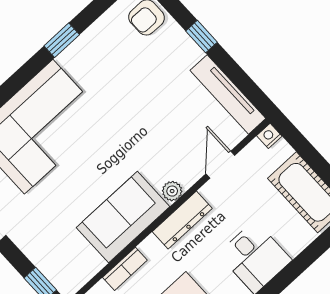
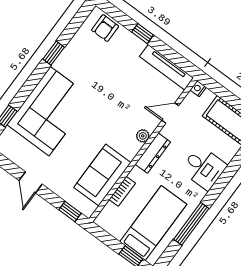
door: (220, 165) -> (170, 113), hinge flipped
sofa: (123, 217) -> (102, 175), moved

